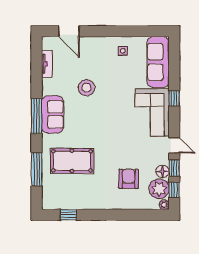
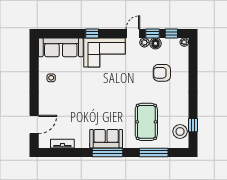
stool: (86, 88) -> (180, 131), moved
plant: (159, 189) -> (144, 42), moved, width x0.53, depth x0.53

